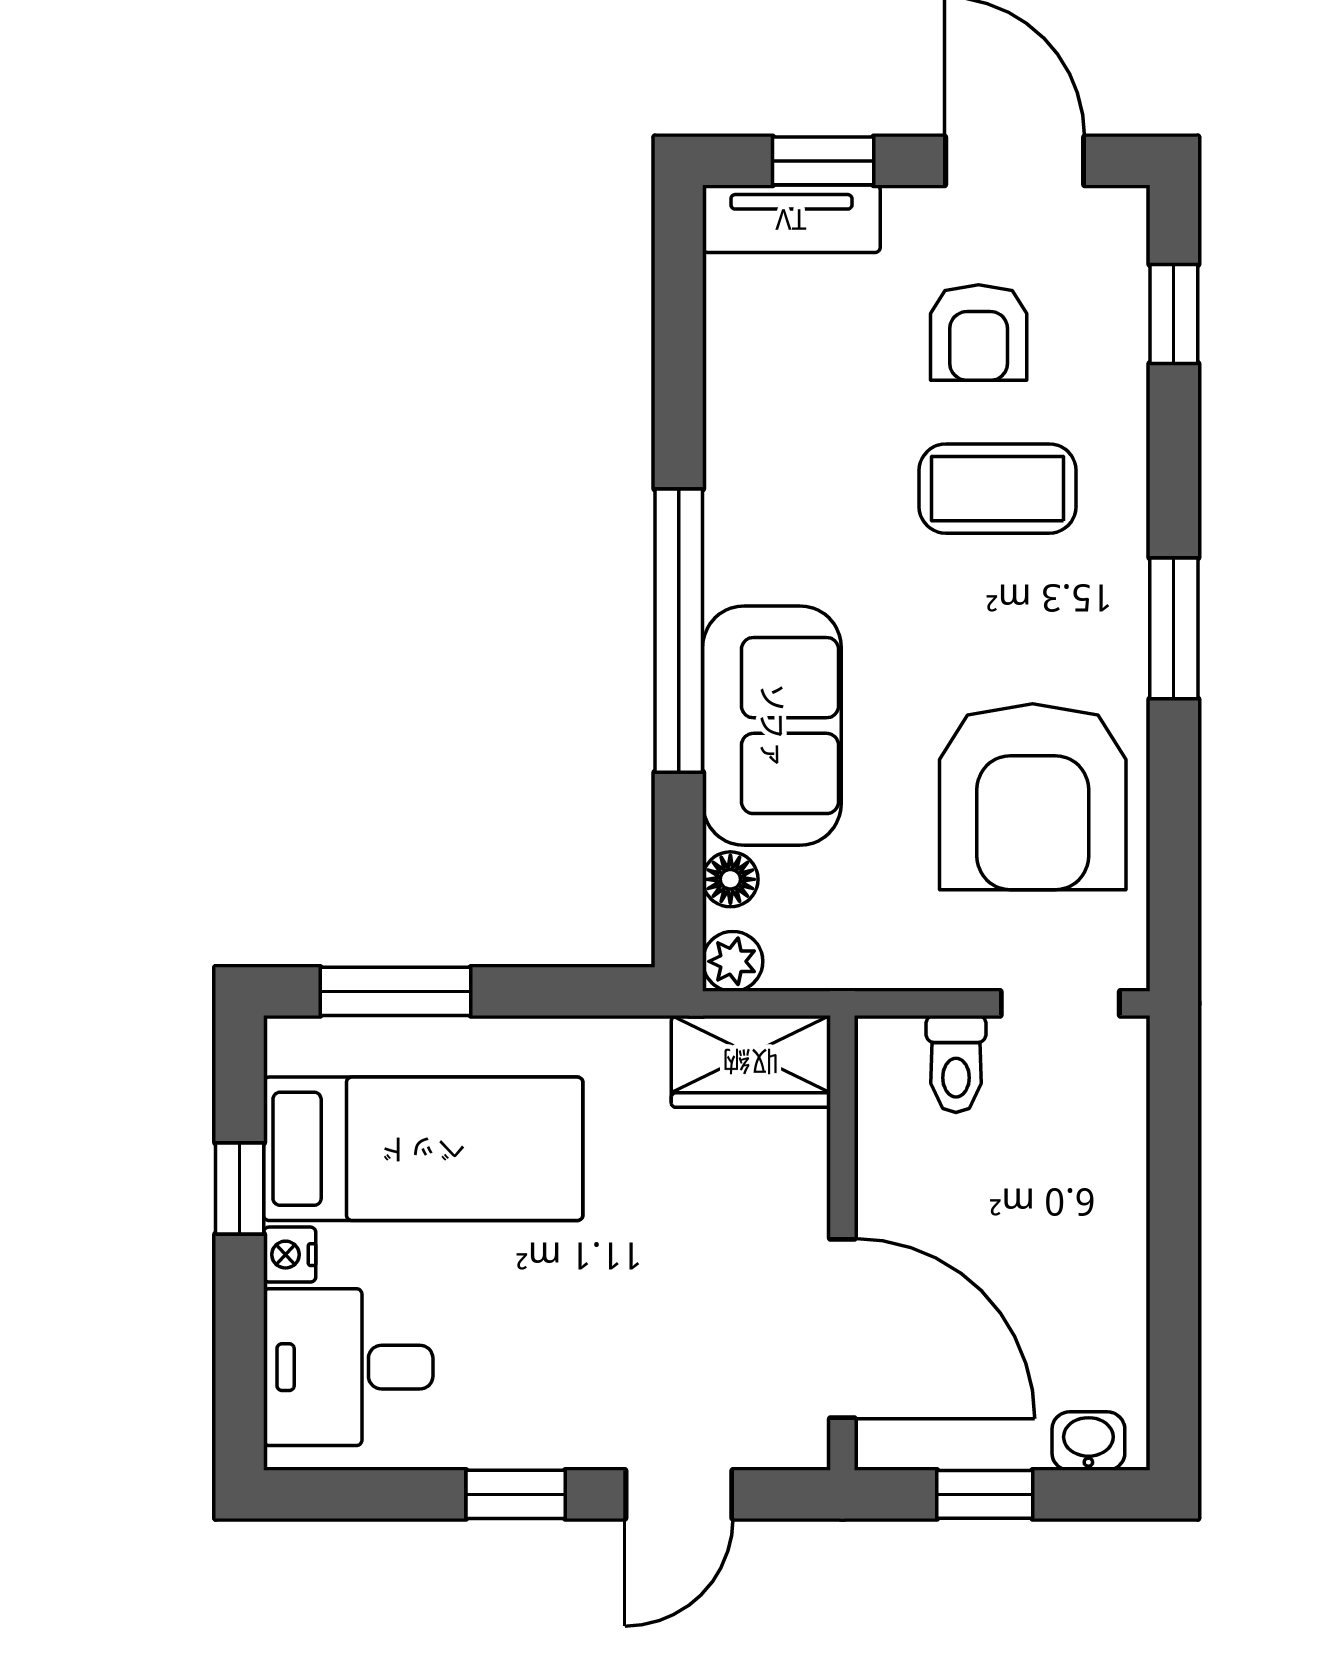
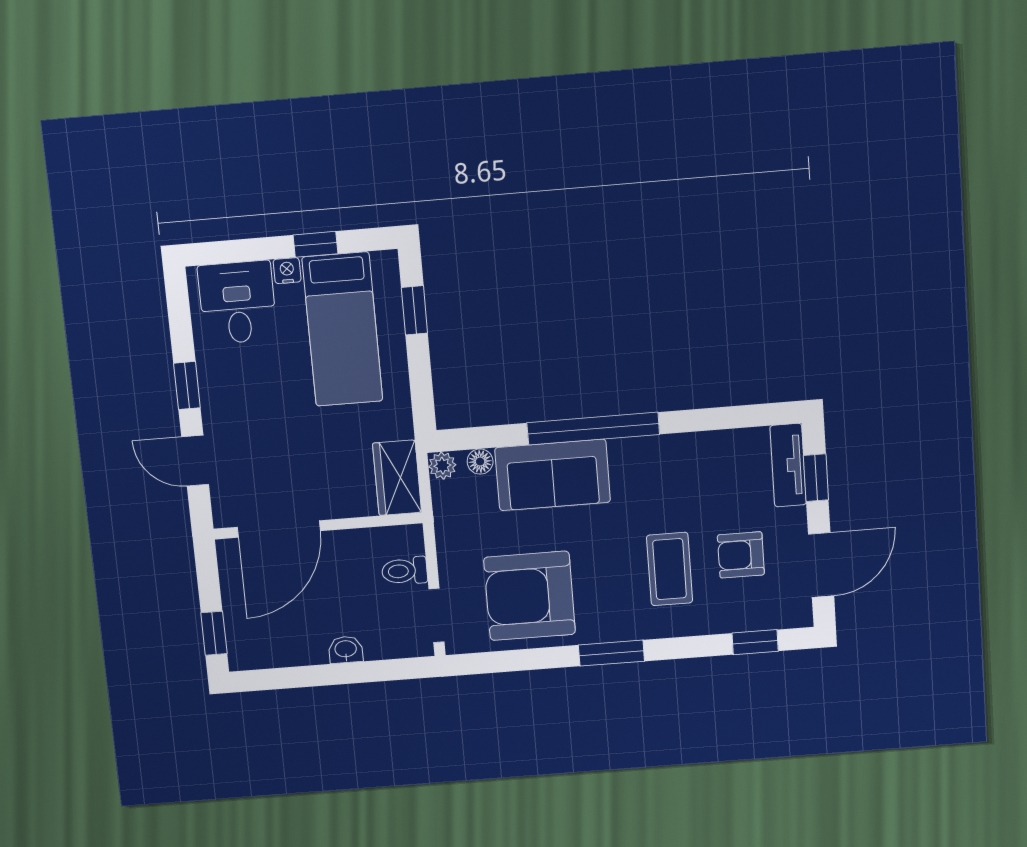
window: (396, 991) -> (414, 310), width x0.67
washbasin: (1088, 1441) -> (346, 650), moved, turned -90
window: (985, 1494) -> (214, 633), moved

